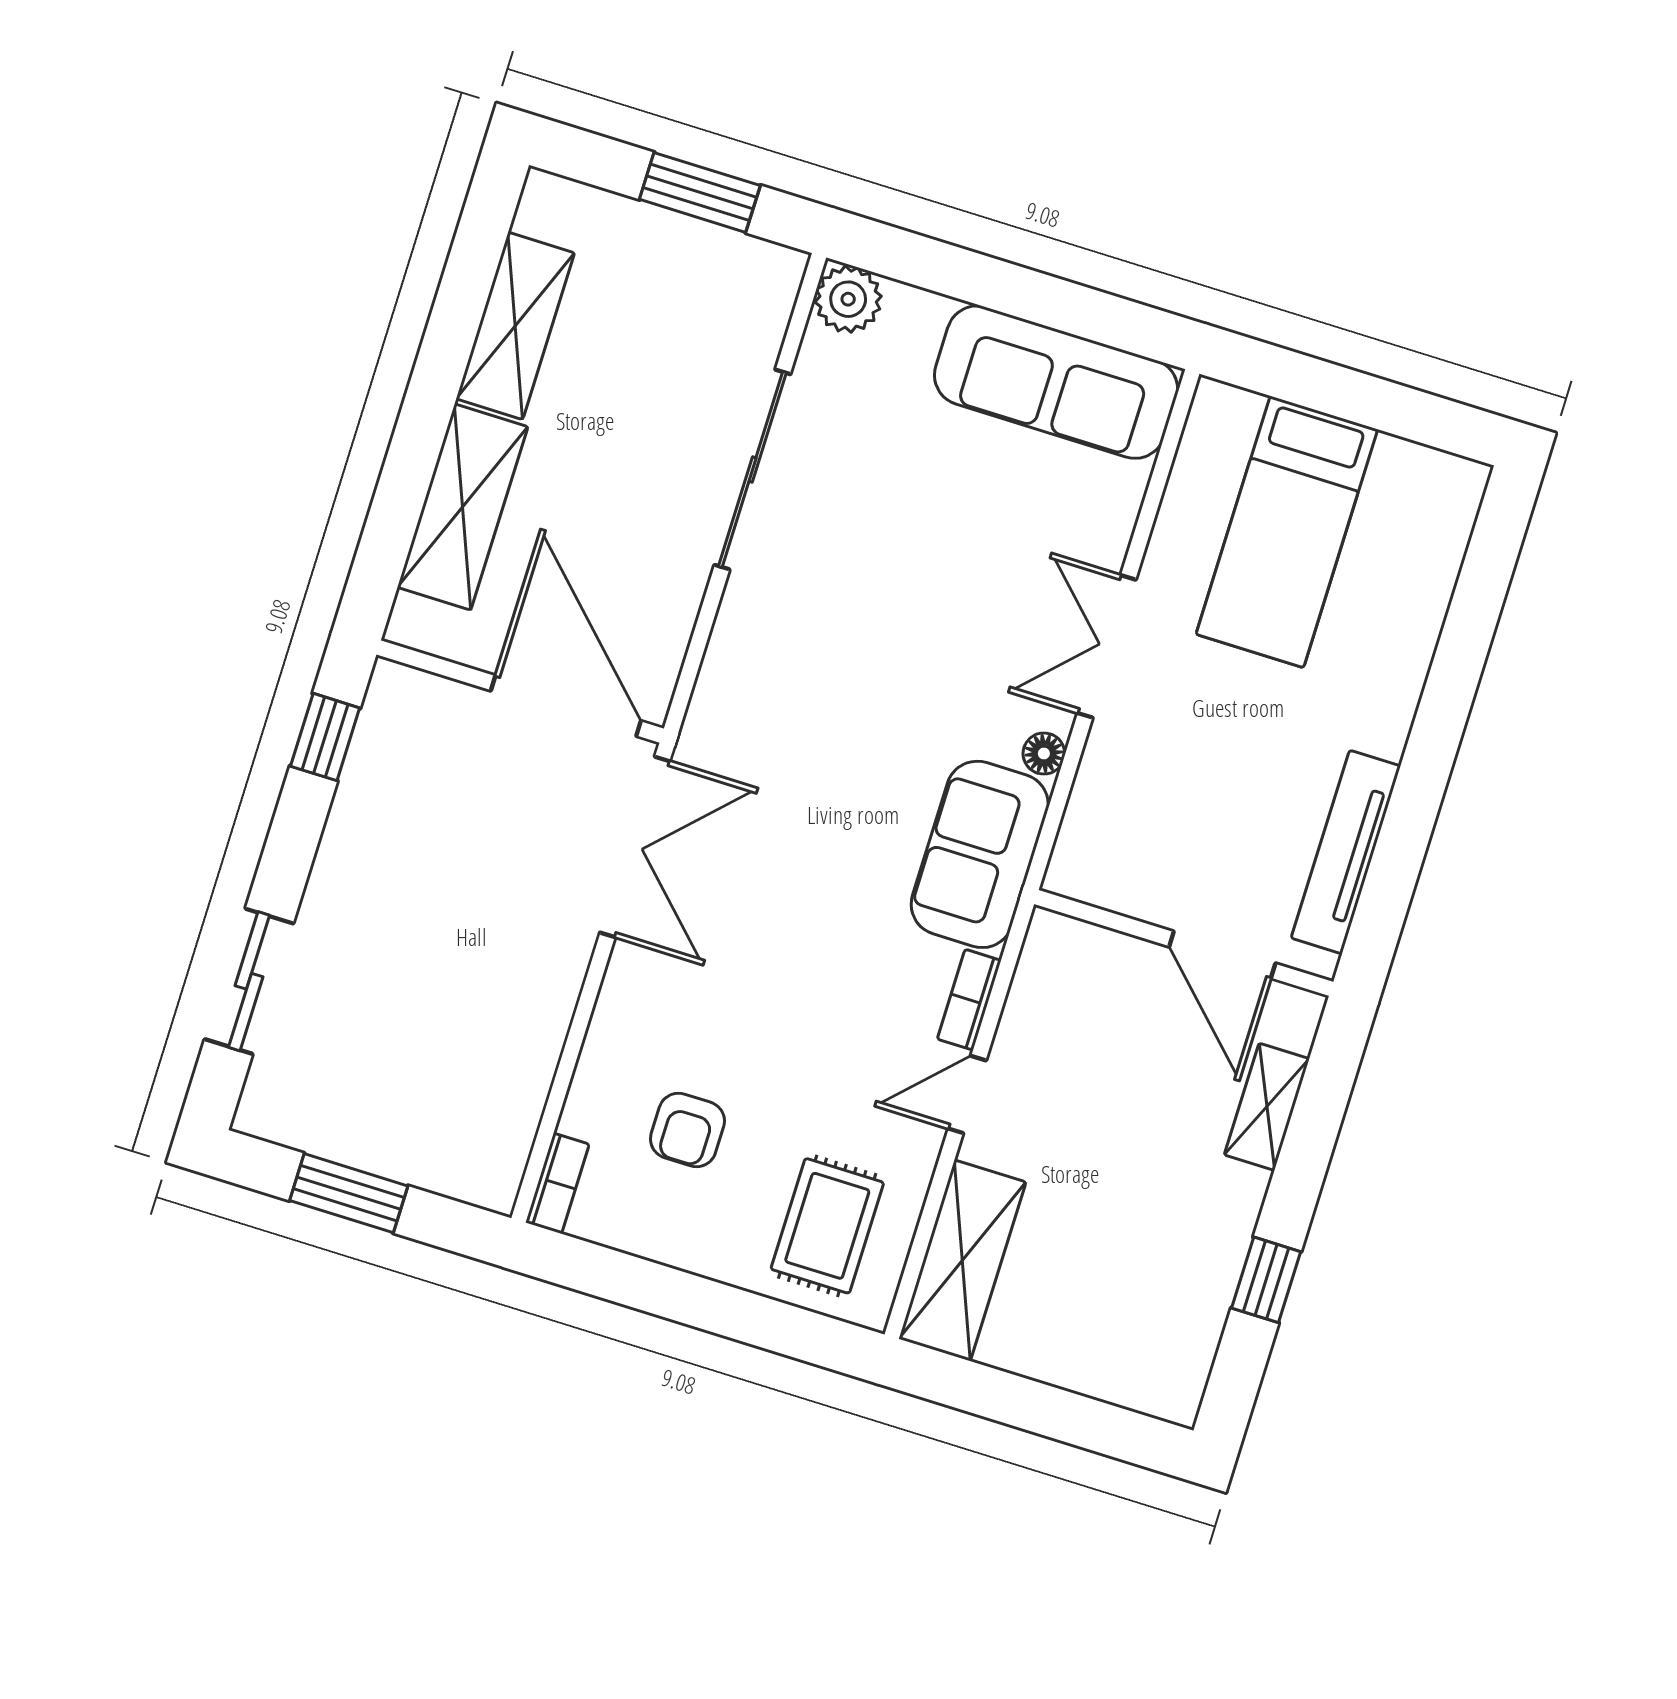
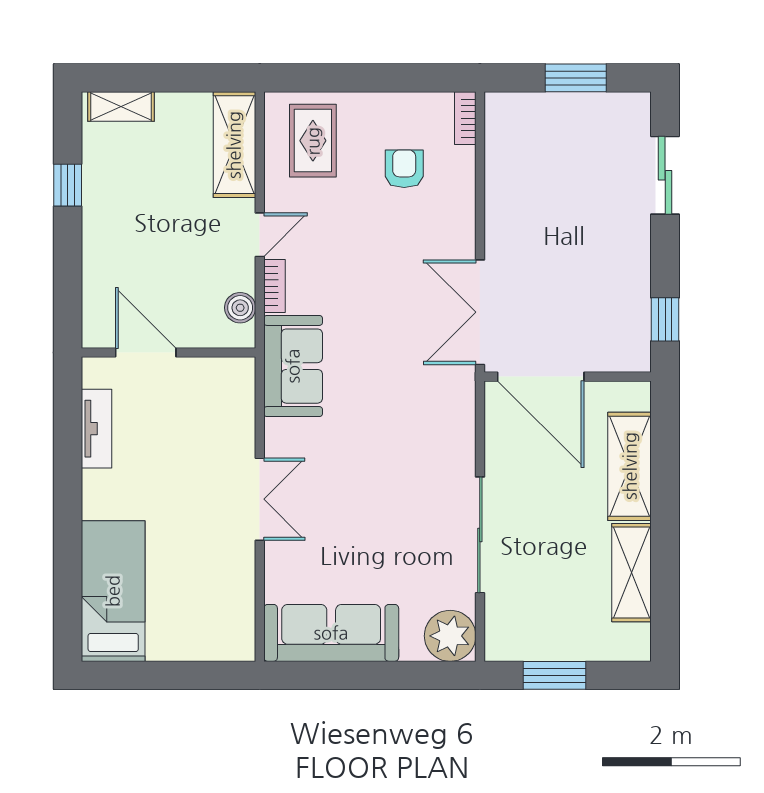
plant: (848, 299) -> (450, 636), width x1.36, depth x1.36
bed: (1287, 532) -> (113, 591), moved
floor lamp: (1044, 754) -> (275, 431), removed
tv unit: (1346, 852) -> (97, 429), width x0.71
boiler: (1039, 981) -> (240, 308), added
shelving: (1267, 1107) -> (121, 107), moved, turned 90

